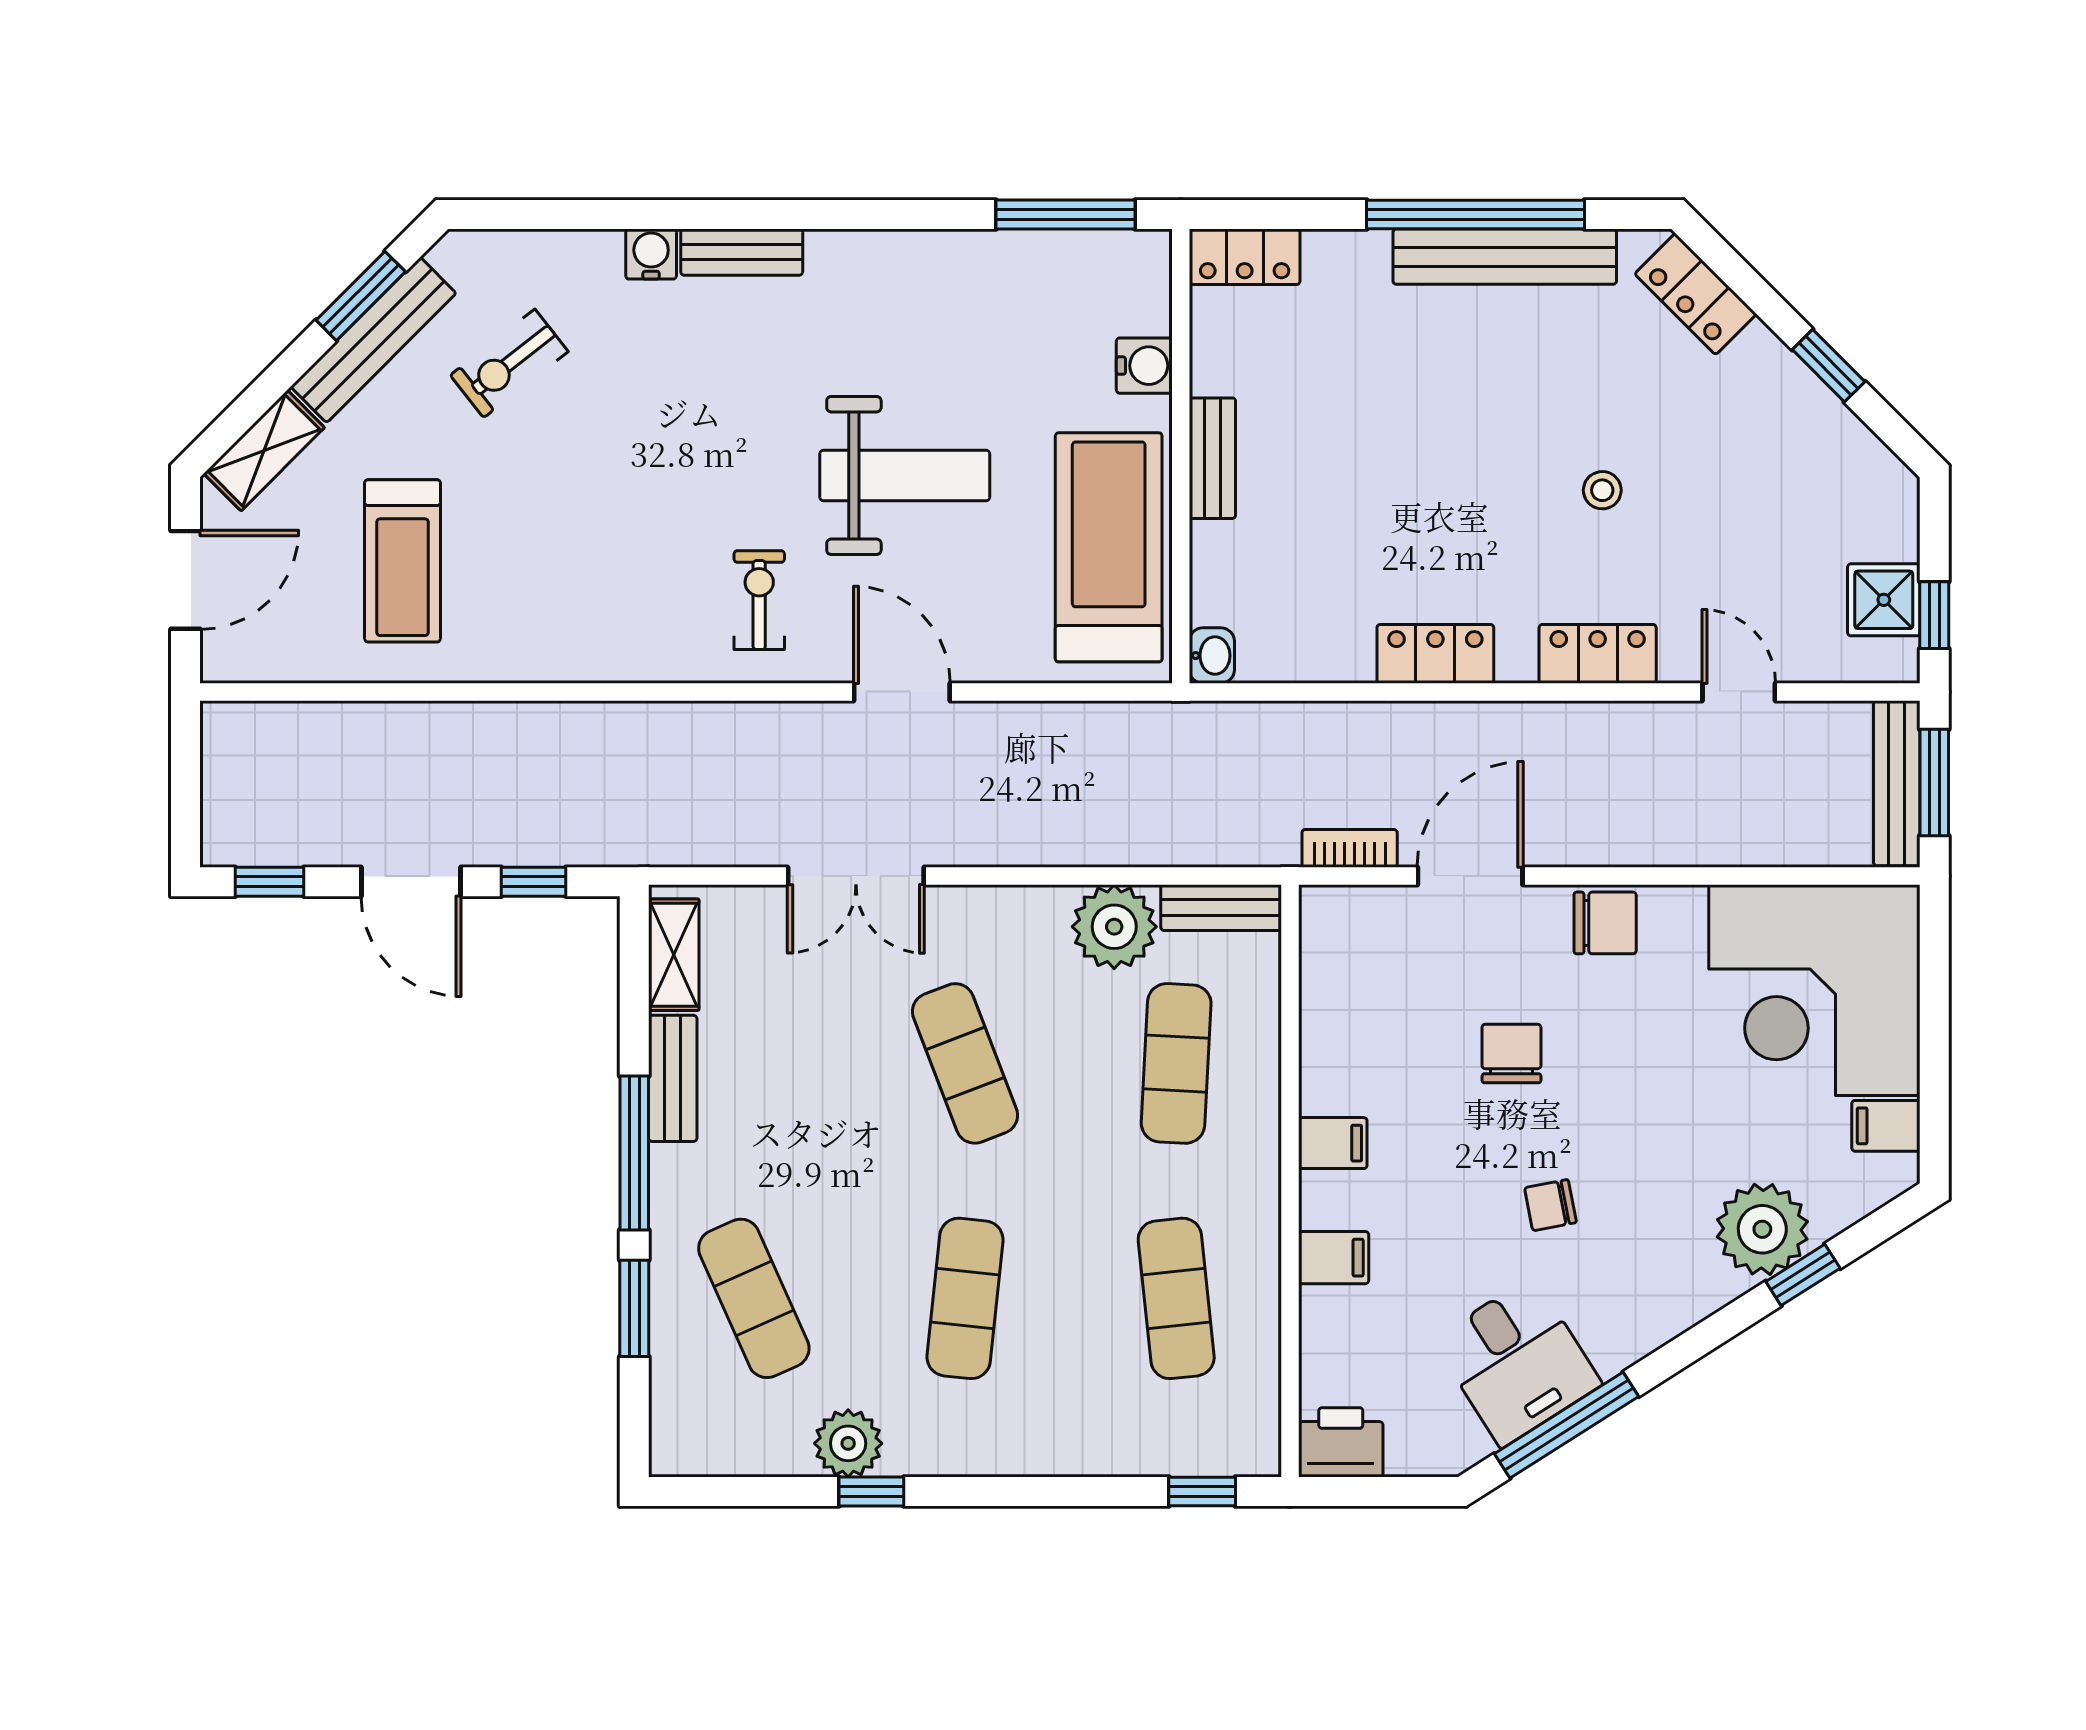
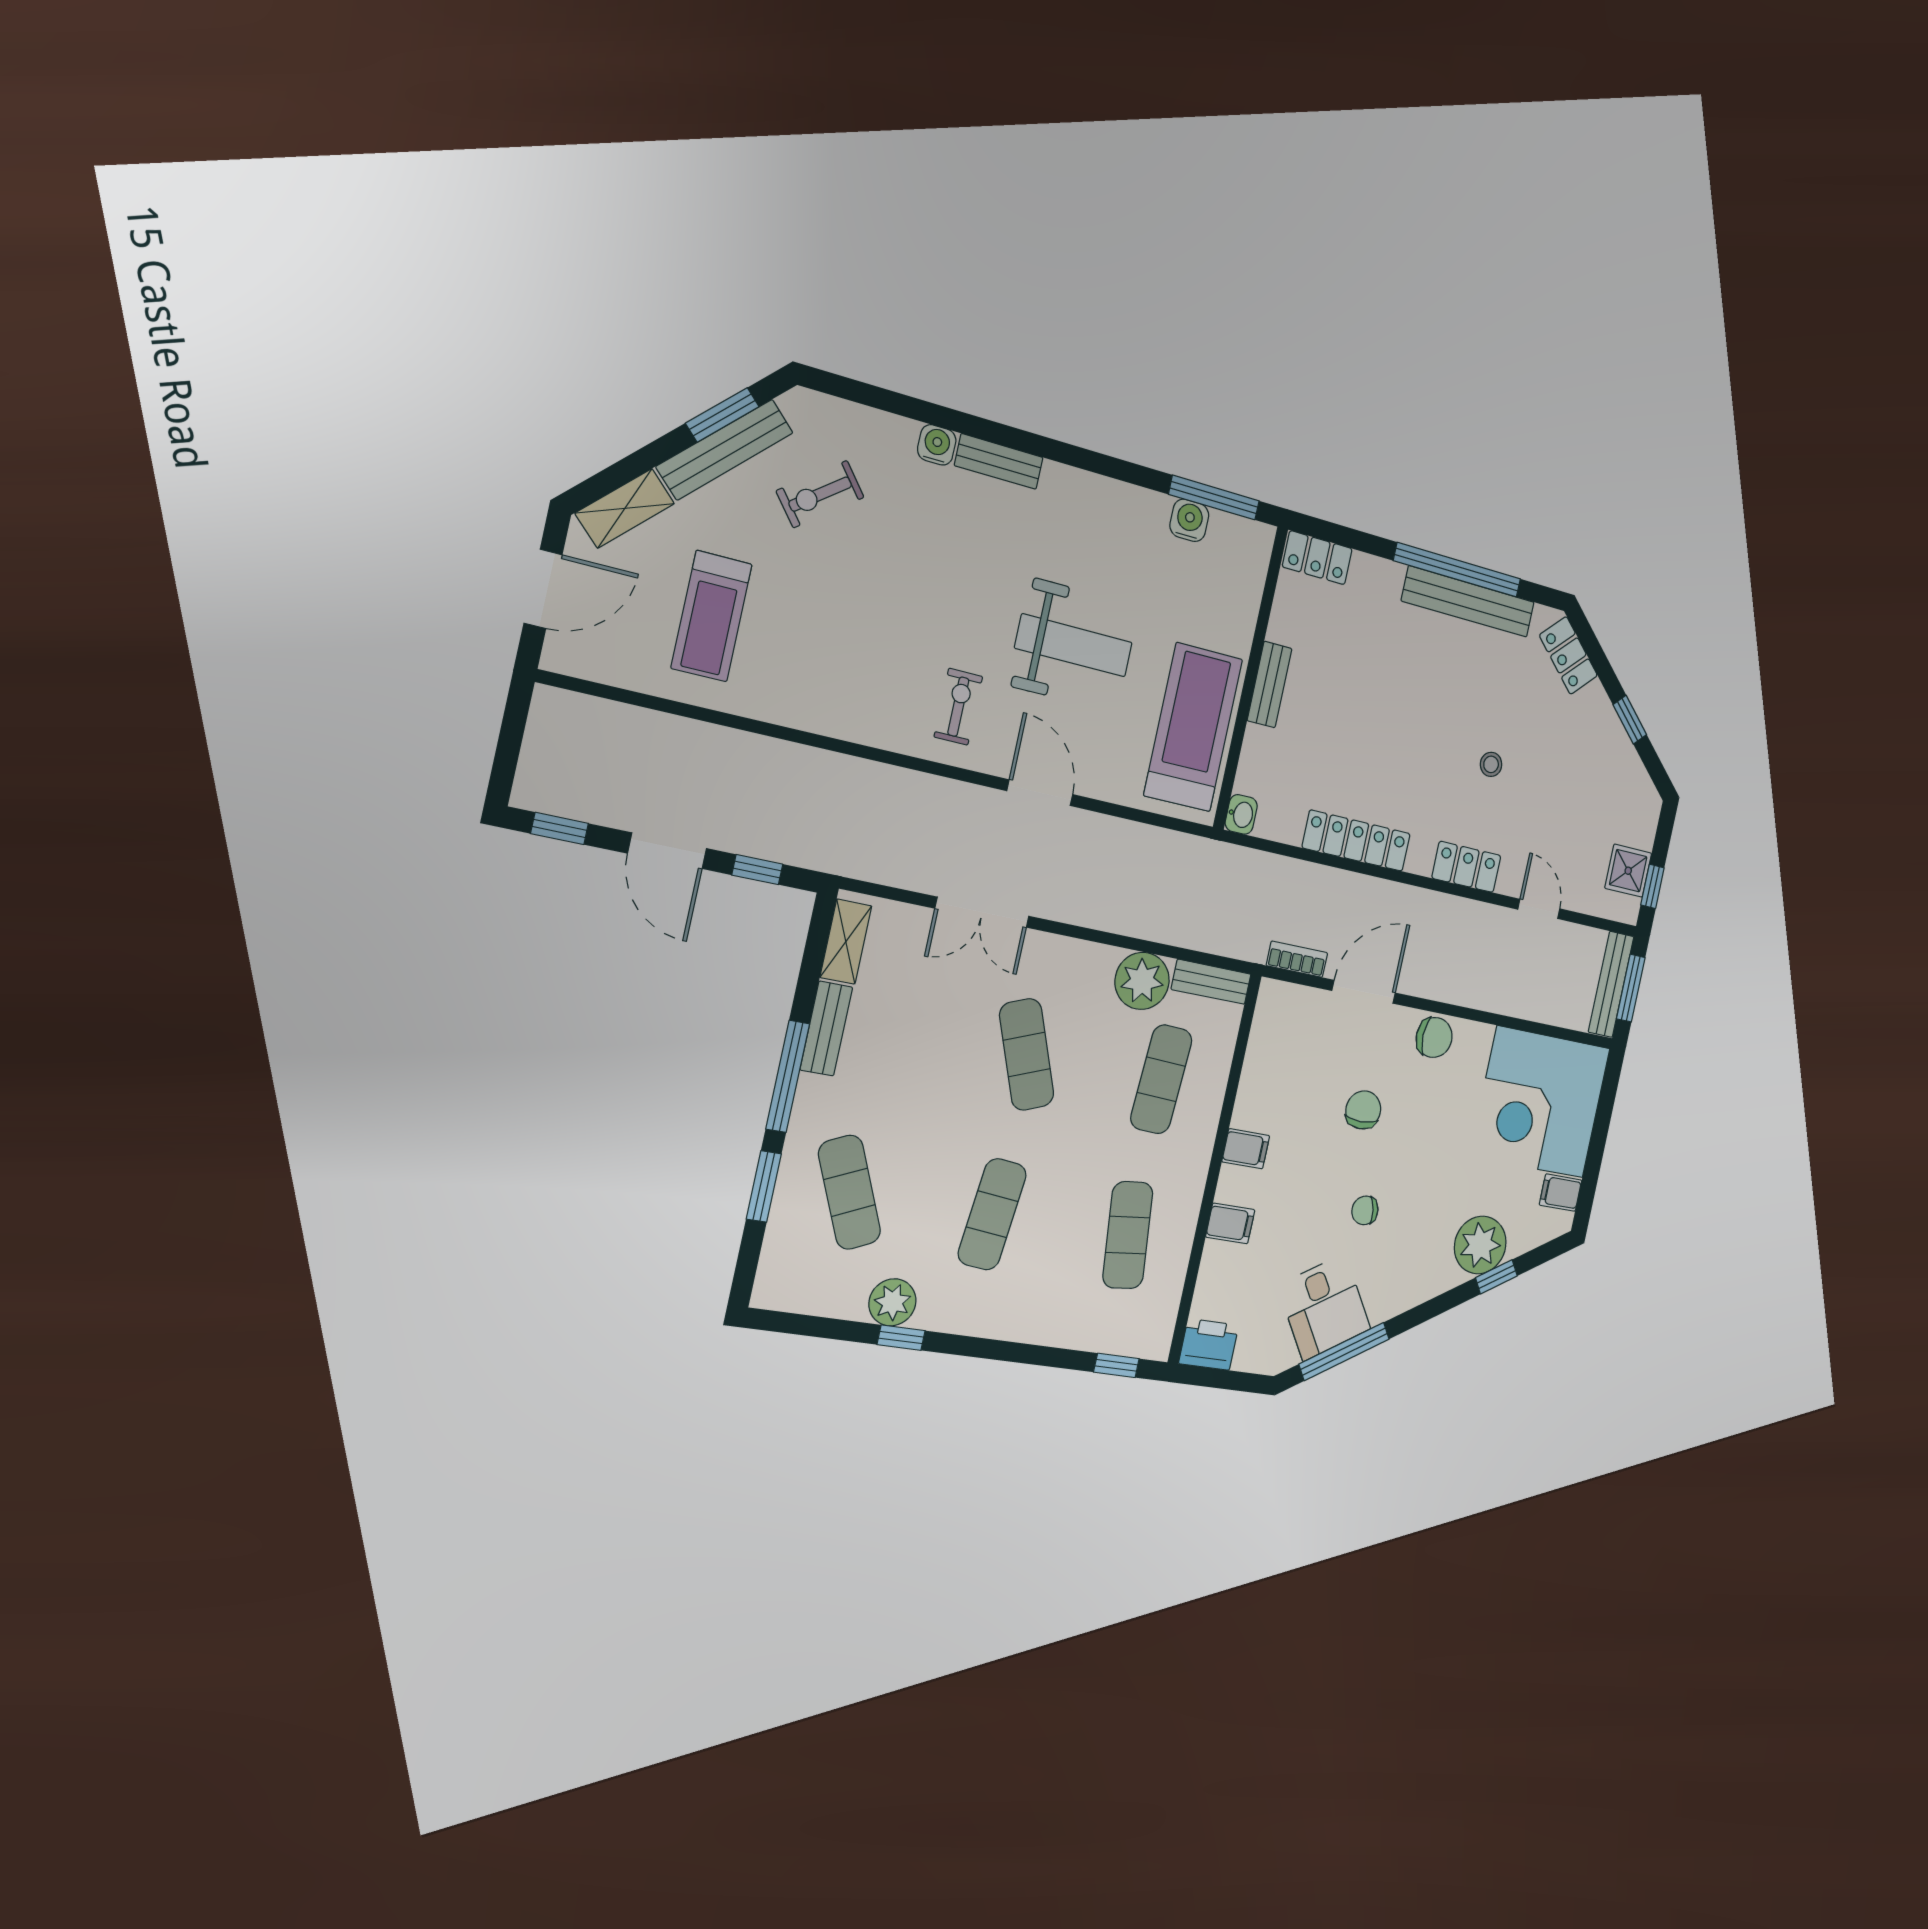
water cooler: (1144, 366) -> (1189, 520), moved, turned -90
locker: (1435, 654) -> (1356, 841), width x1.53

